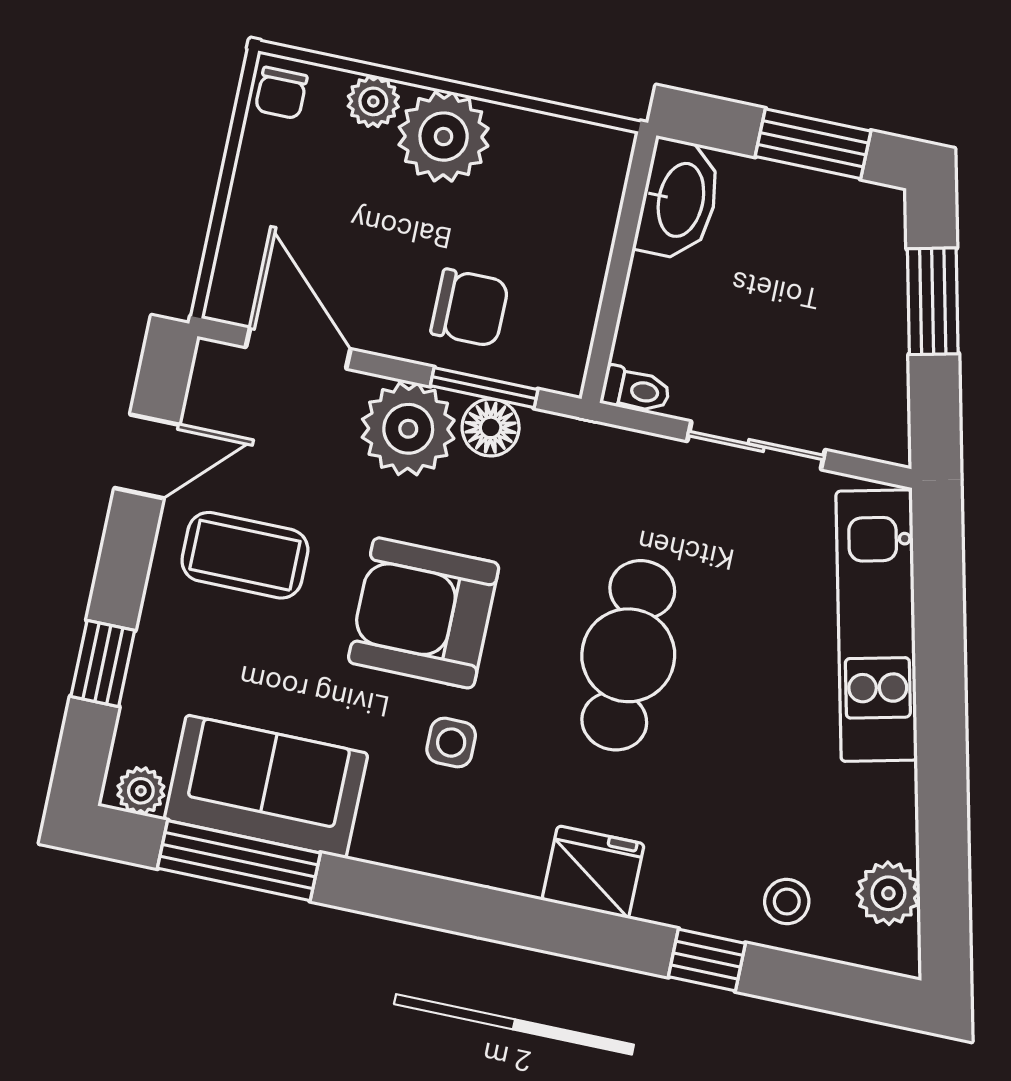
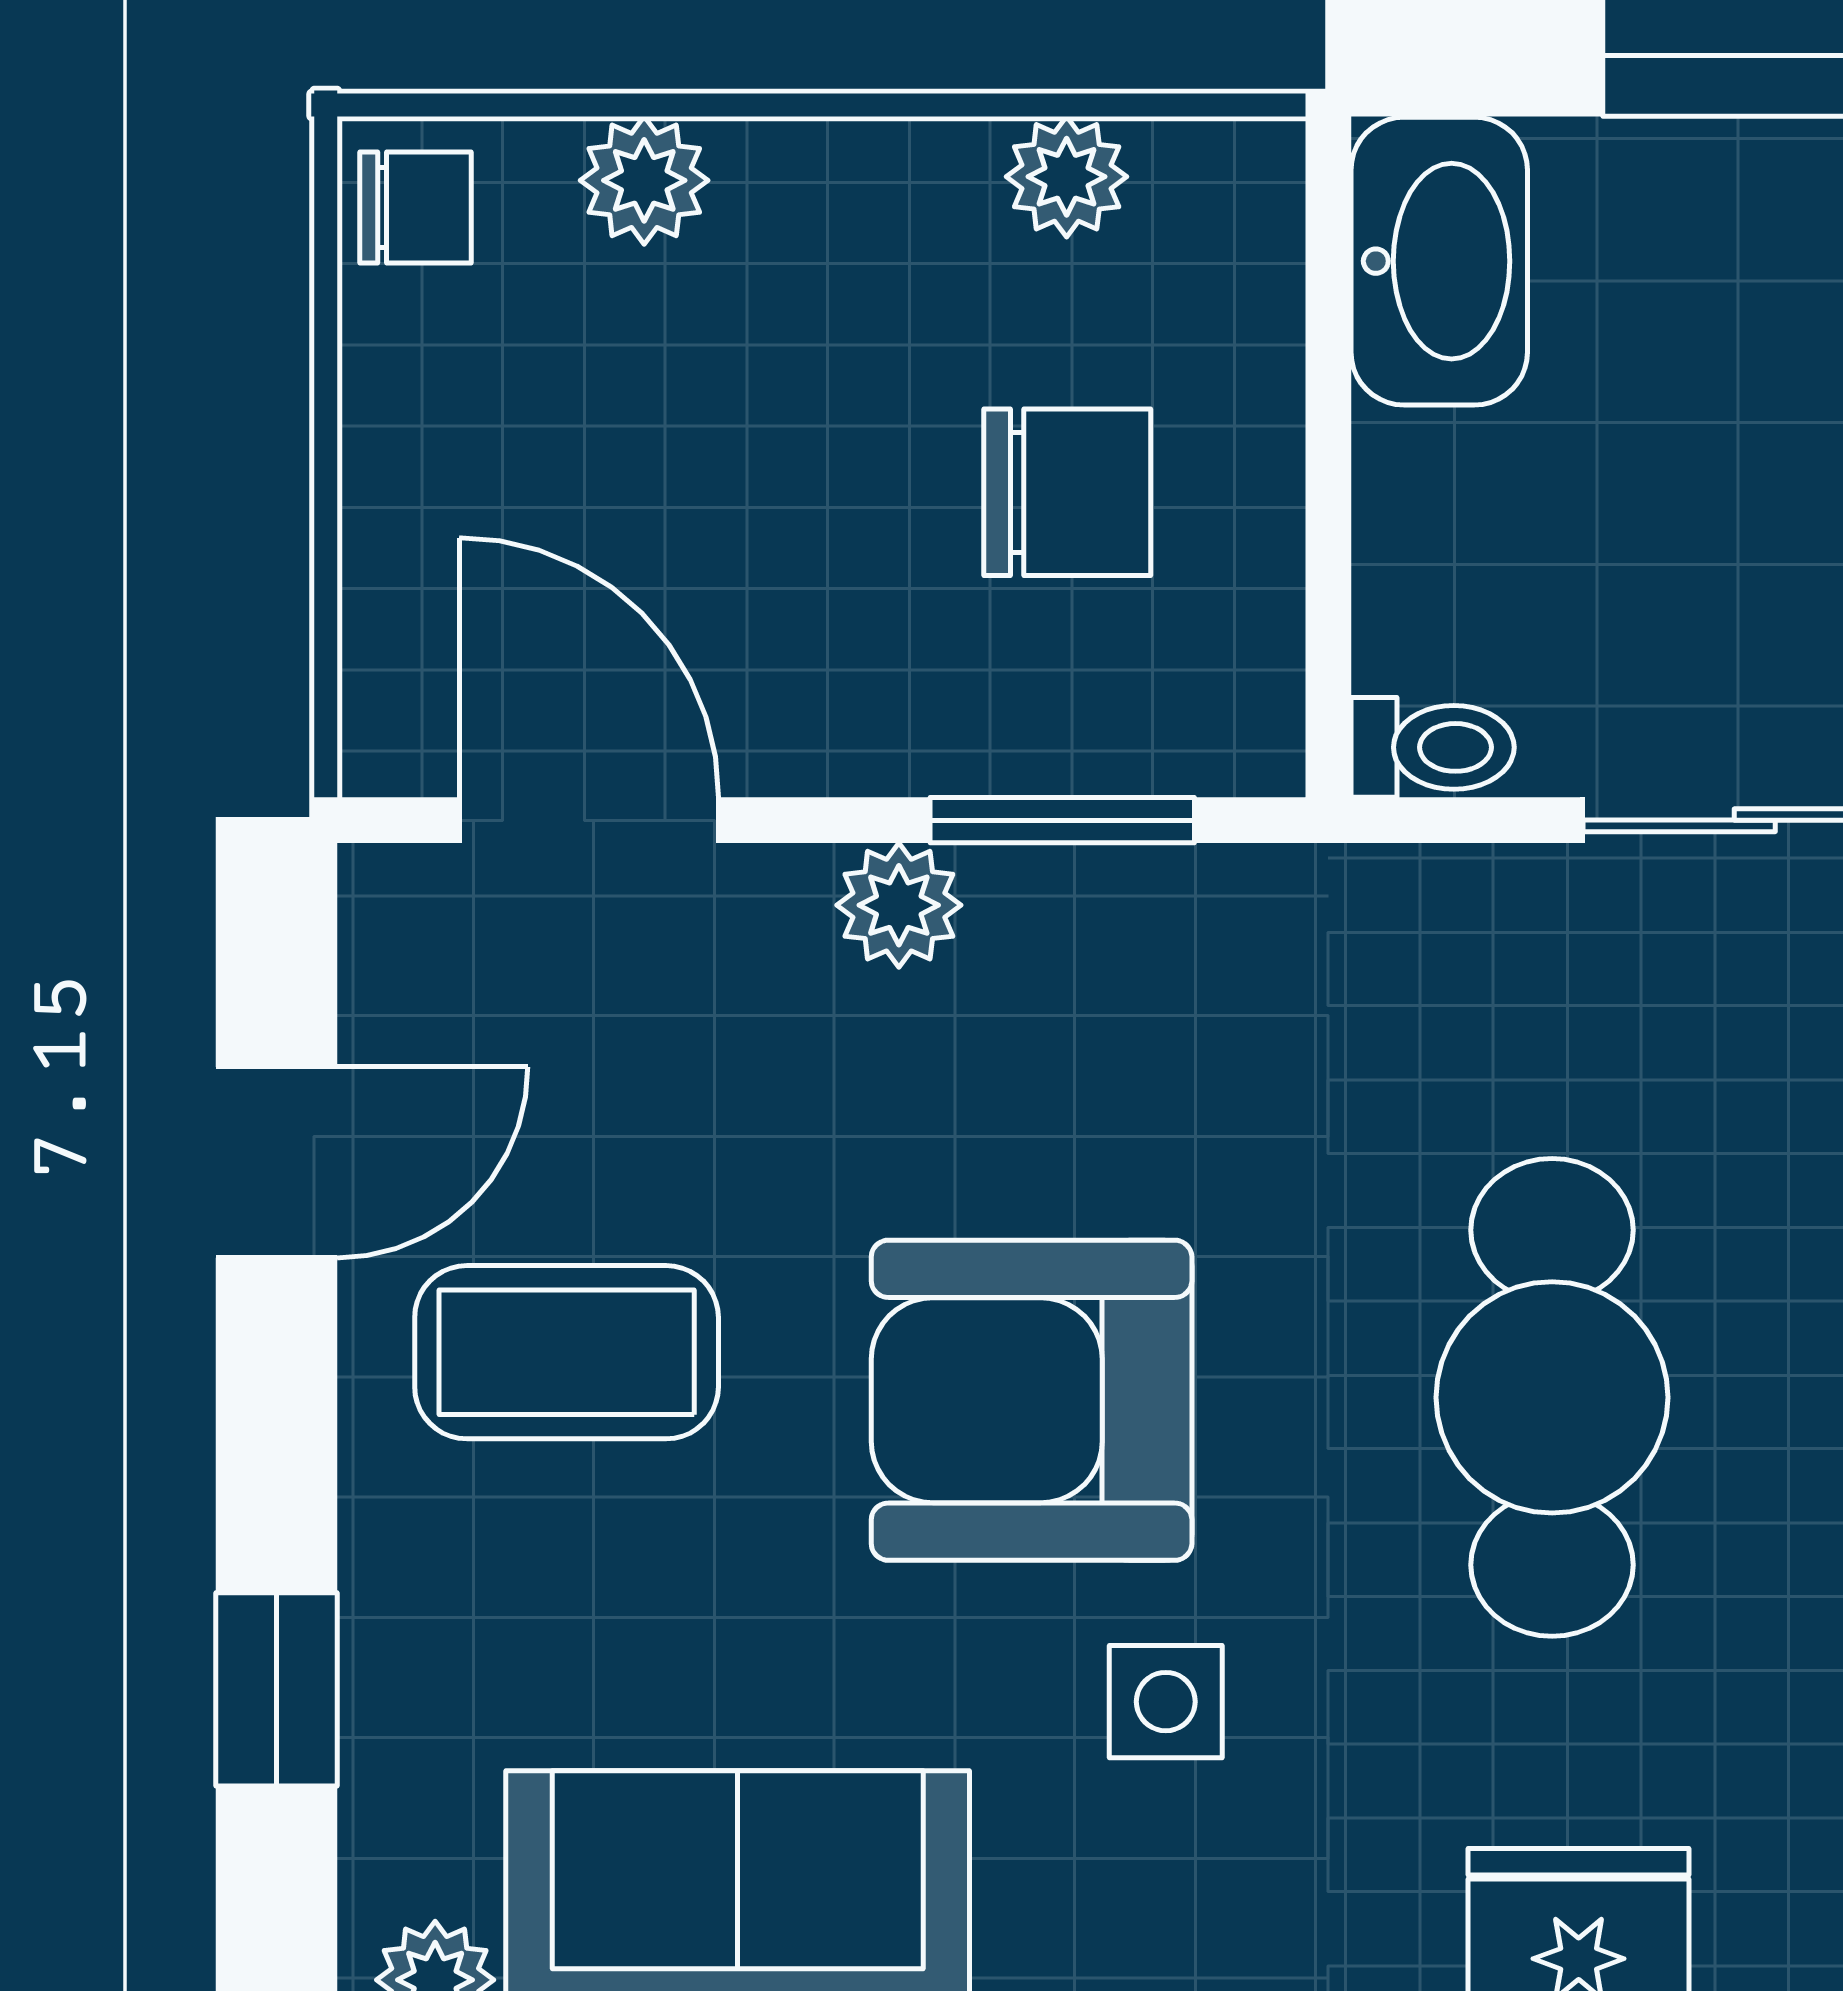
chair: (281, 93) -> (415, 208), turned -90
plant: (444, 137) -> (1067, 177), moved, width x0.53, depth x0.53
chair: (470, 308) -> (1067, 492), moved
floor lamp: (491, 427) -> (1099, 914), removed
plant: (408, 429) -> (899, 905), width x0.53, depth x0.53

